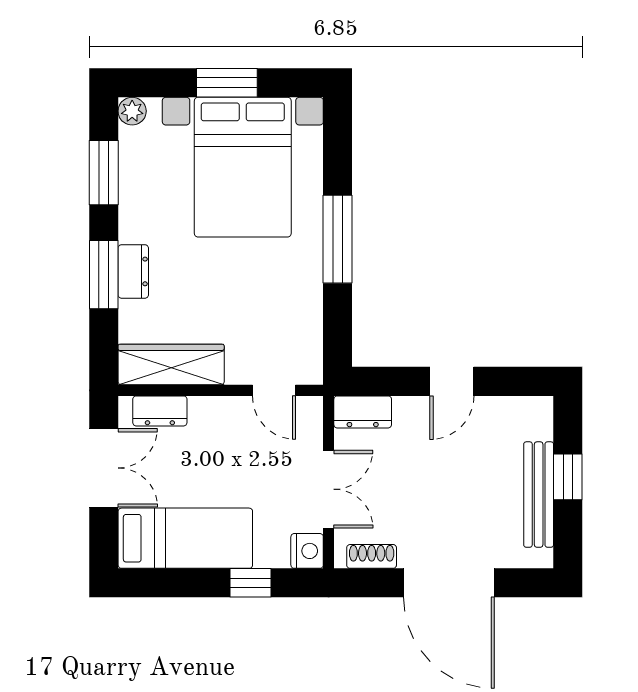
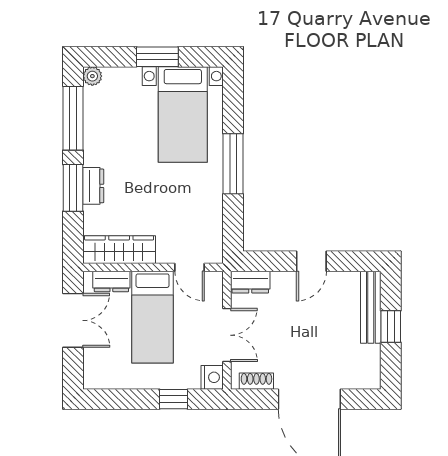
bed with nightstands: (243, 167) -> (183, 114), width x0.73
window: (104, 173) -> (73, 118), width x1.44
bench: (539, 495) -> (371, 307), moved
bed: (185, 538) -> (153, 317), moved, turned 90

